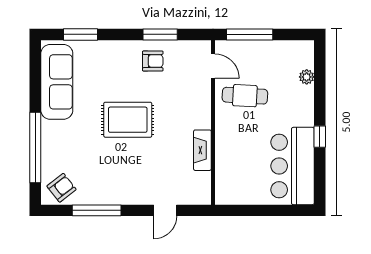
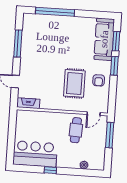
window: (160, 34) -> (114, 66), moved
sofa: (57, 82) -> (104, 39), moved, turned 90
rug: (128, 120) -> (74, 83), moved
fireplace: (202, 150) -> (28, 103), moved
armchair: (62, 188) -> (32, 25), removed

